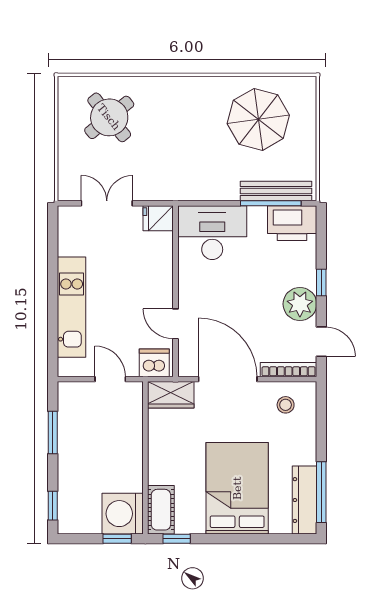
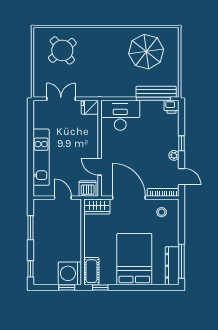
printer: (292, 223) -> (171, 107), width x0.53, depth x0.68
plant: (300, 304) -> (174, 155), width x0.53, depth x0.53

